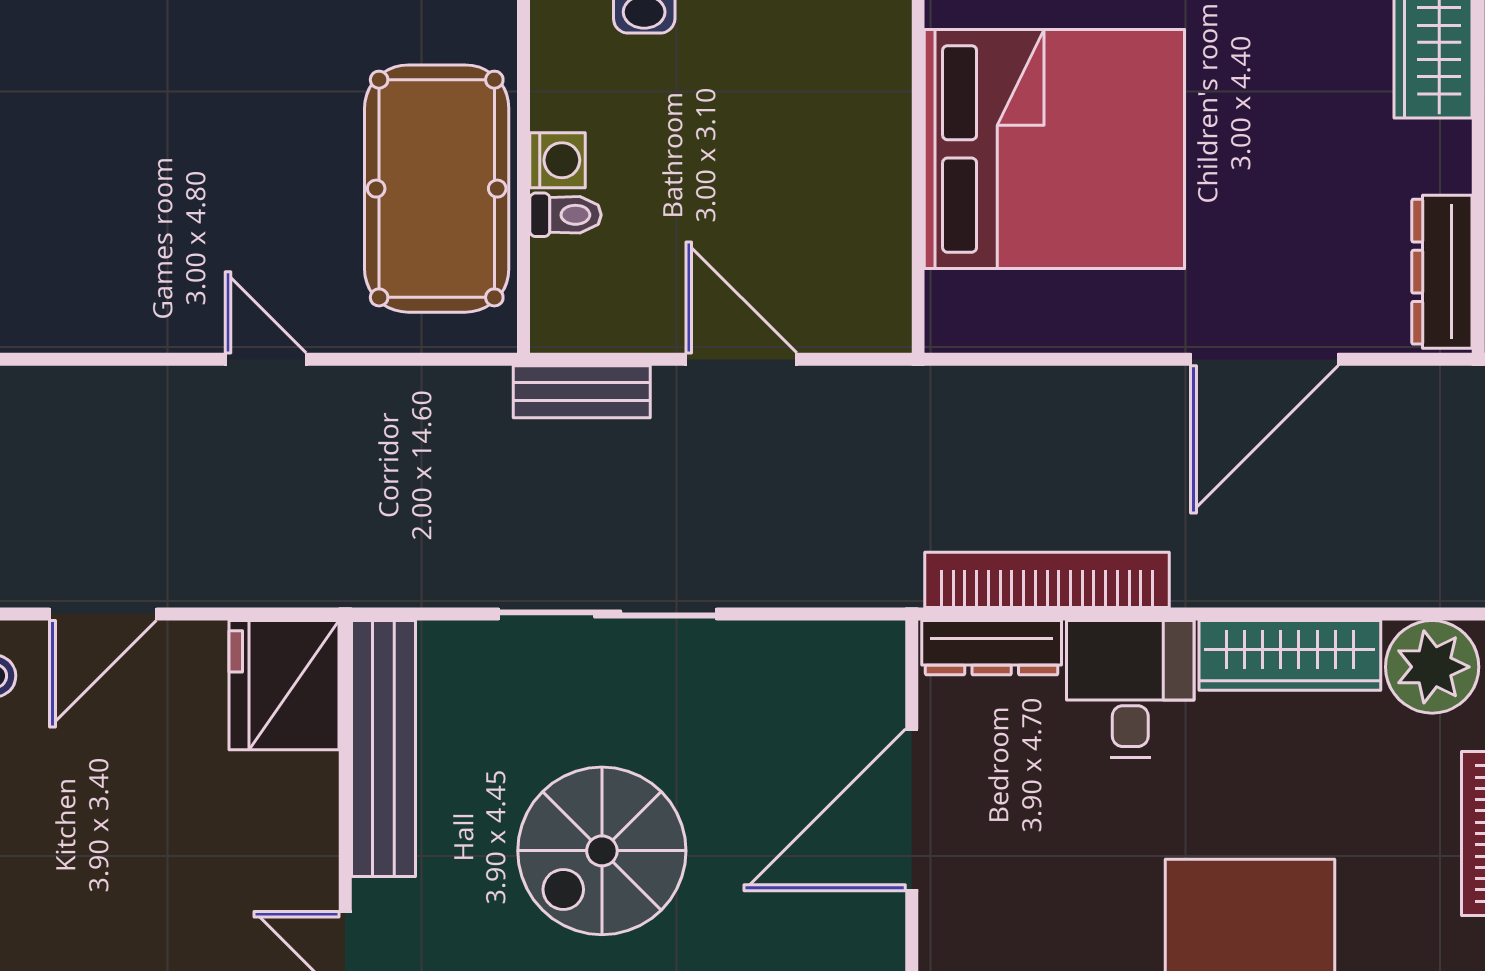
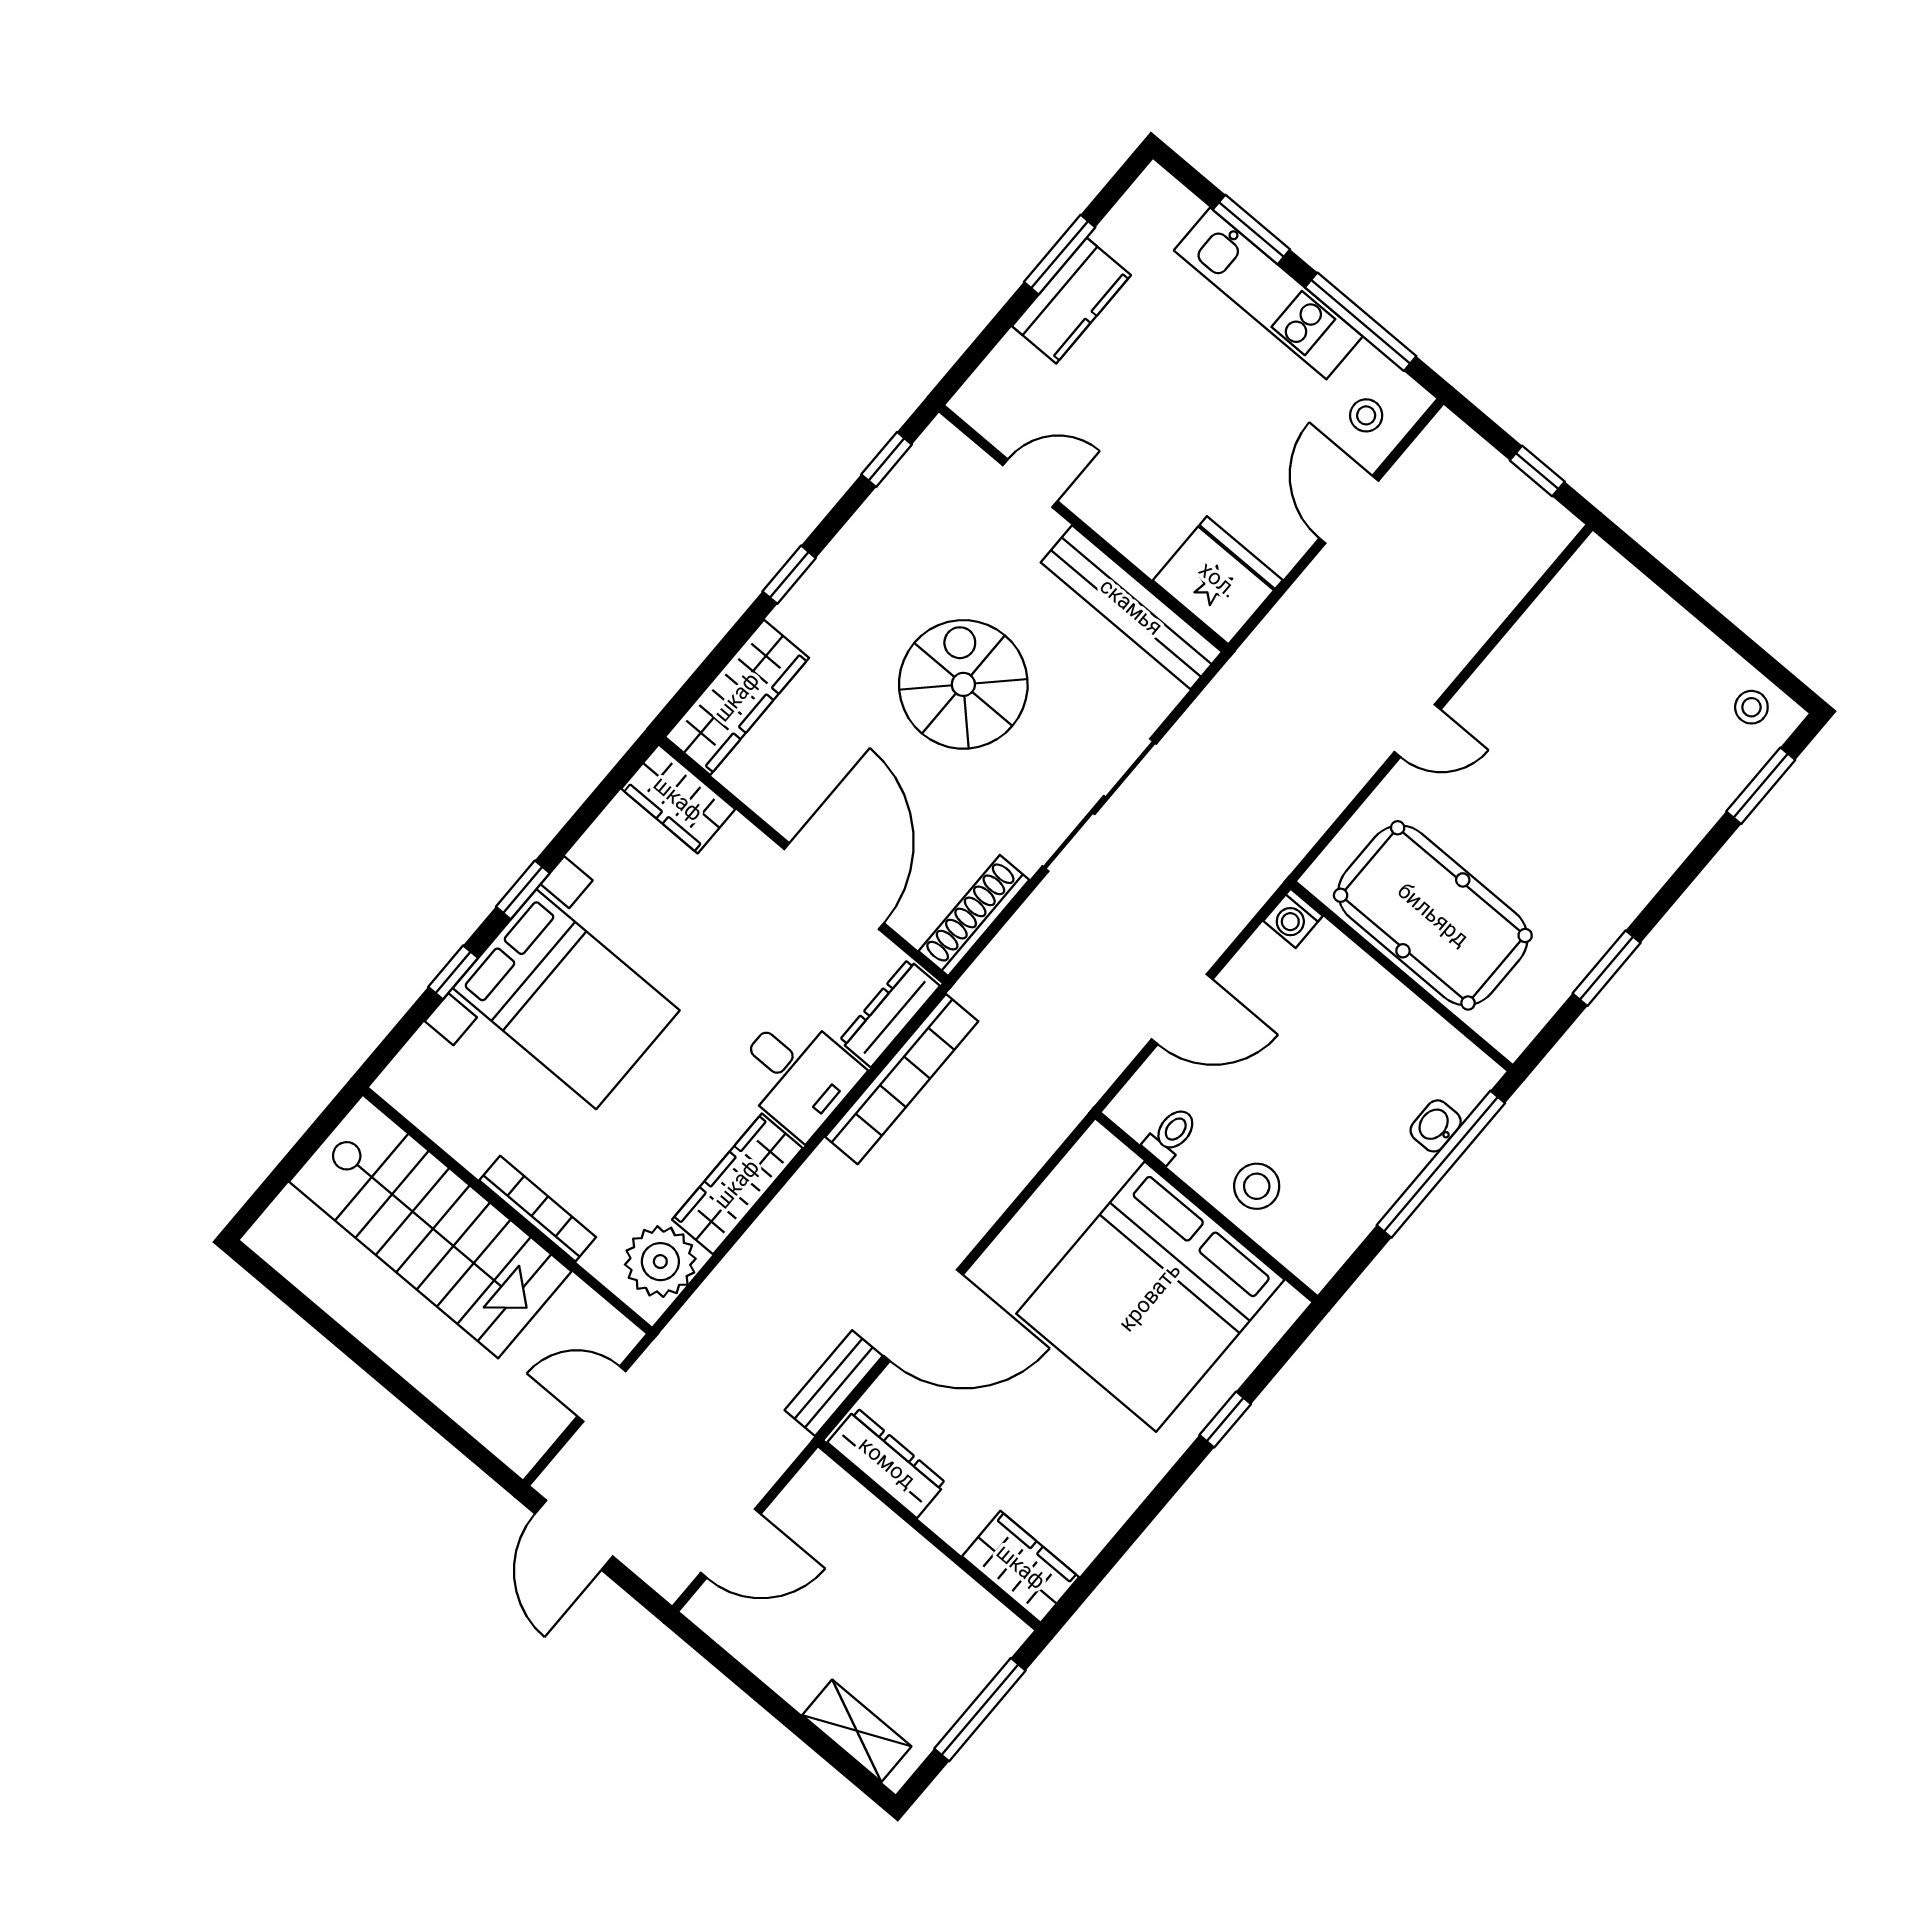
stool: (855, 136) -> (1257, 1186), added
washing machine: (557, 160) -> (1293, 918), moved
toilet: (565, 215) -> (1171, 1135), moved, turned 180
door: (1264, 359) -> (923, 1315), swing flipped
bench: (582, 392) -> (834, 1383), moved
shoe rack: (823, 646) -> (974, 915), added

